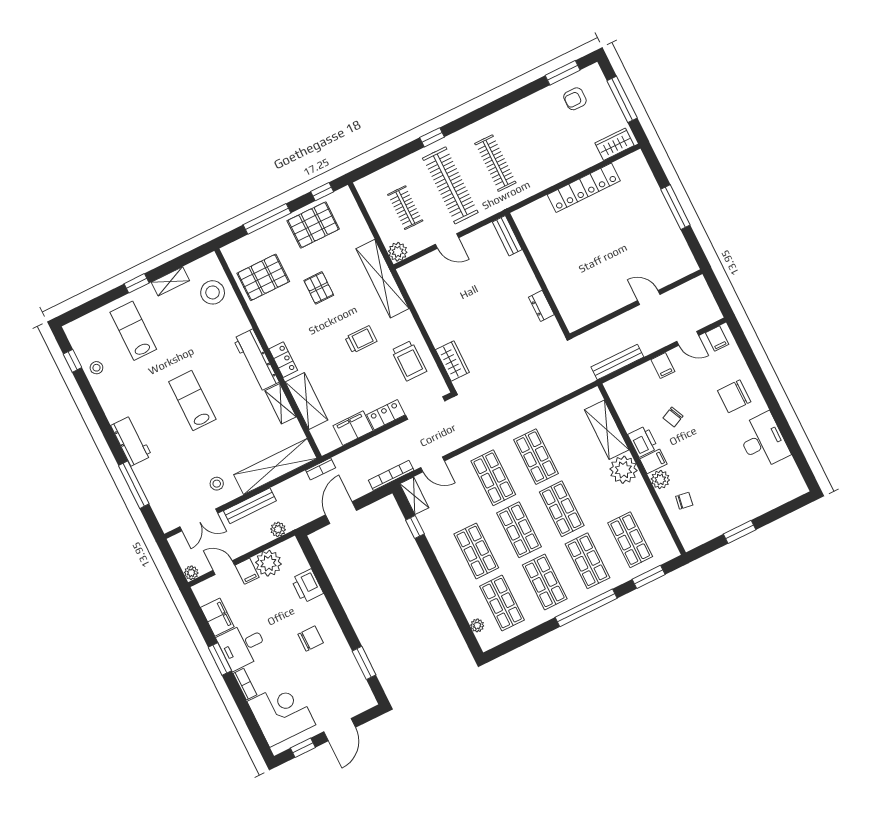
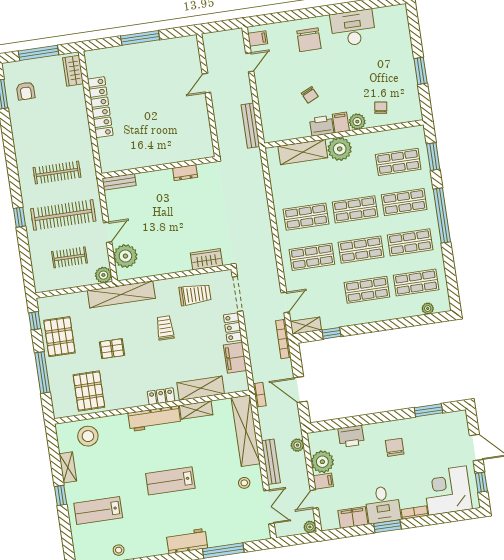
plant: (427, 269) -> (125, 256), added
filing cabinet: (663, 366) -> (265, 90), removed

